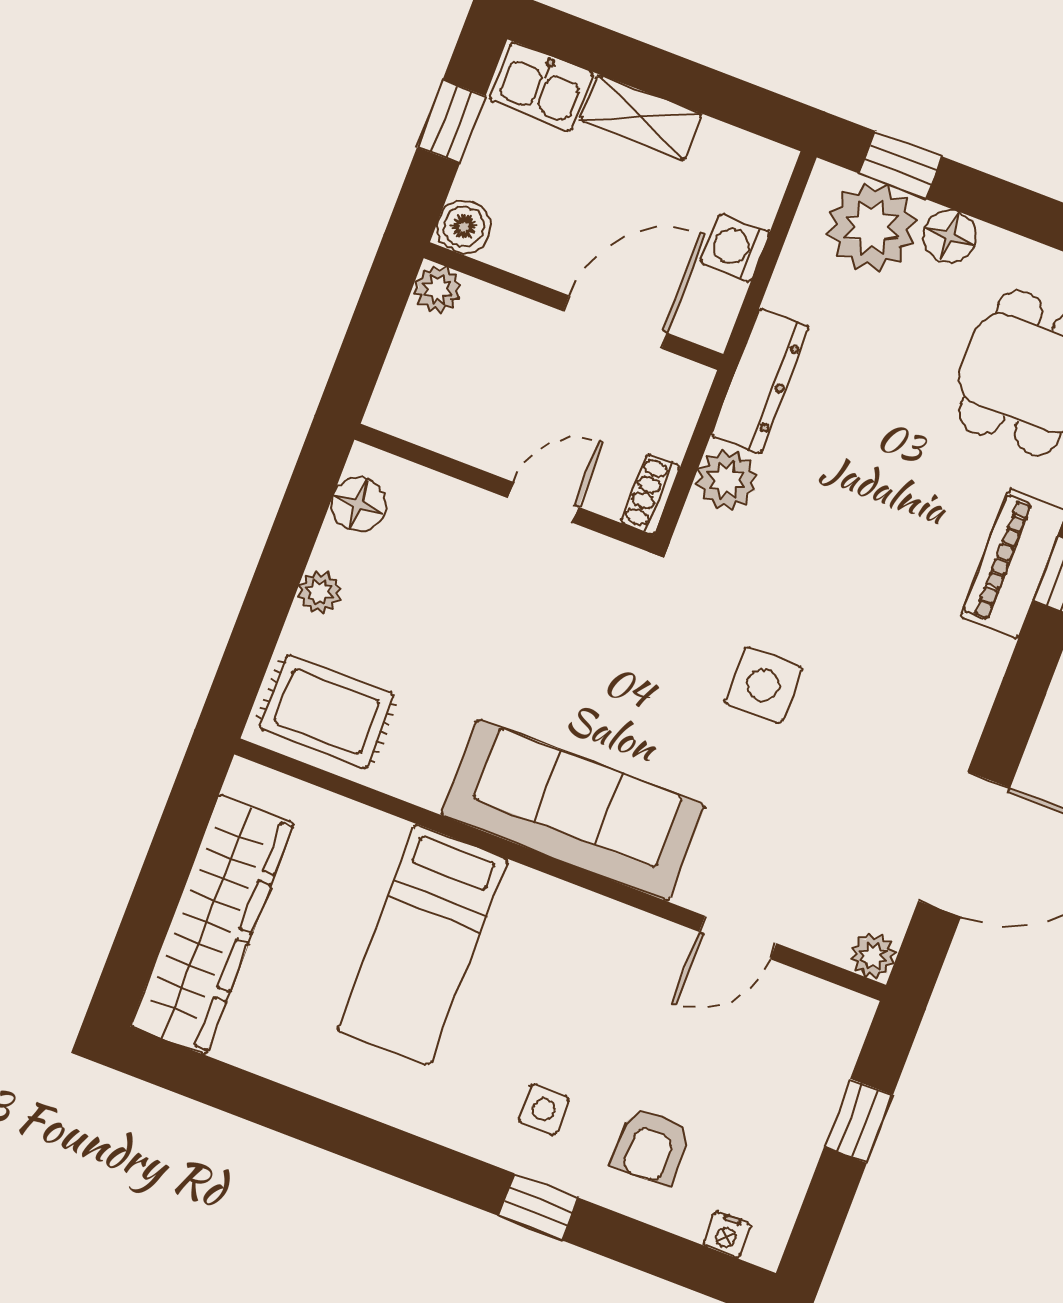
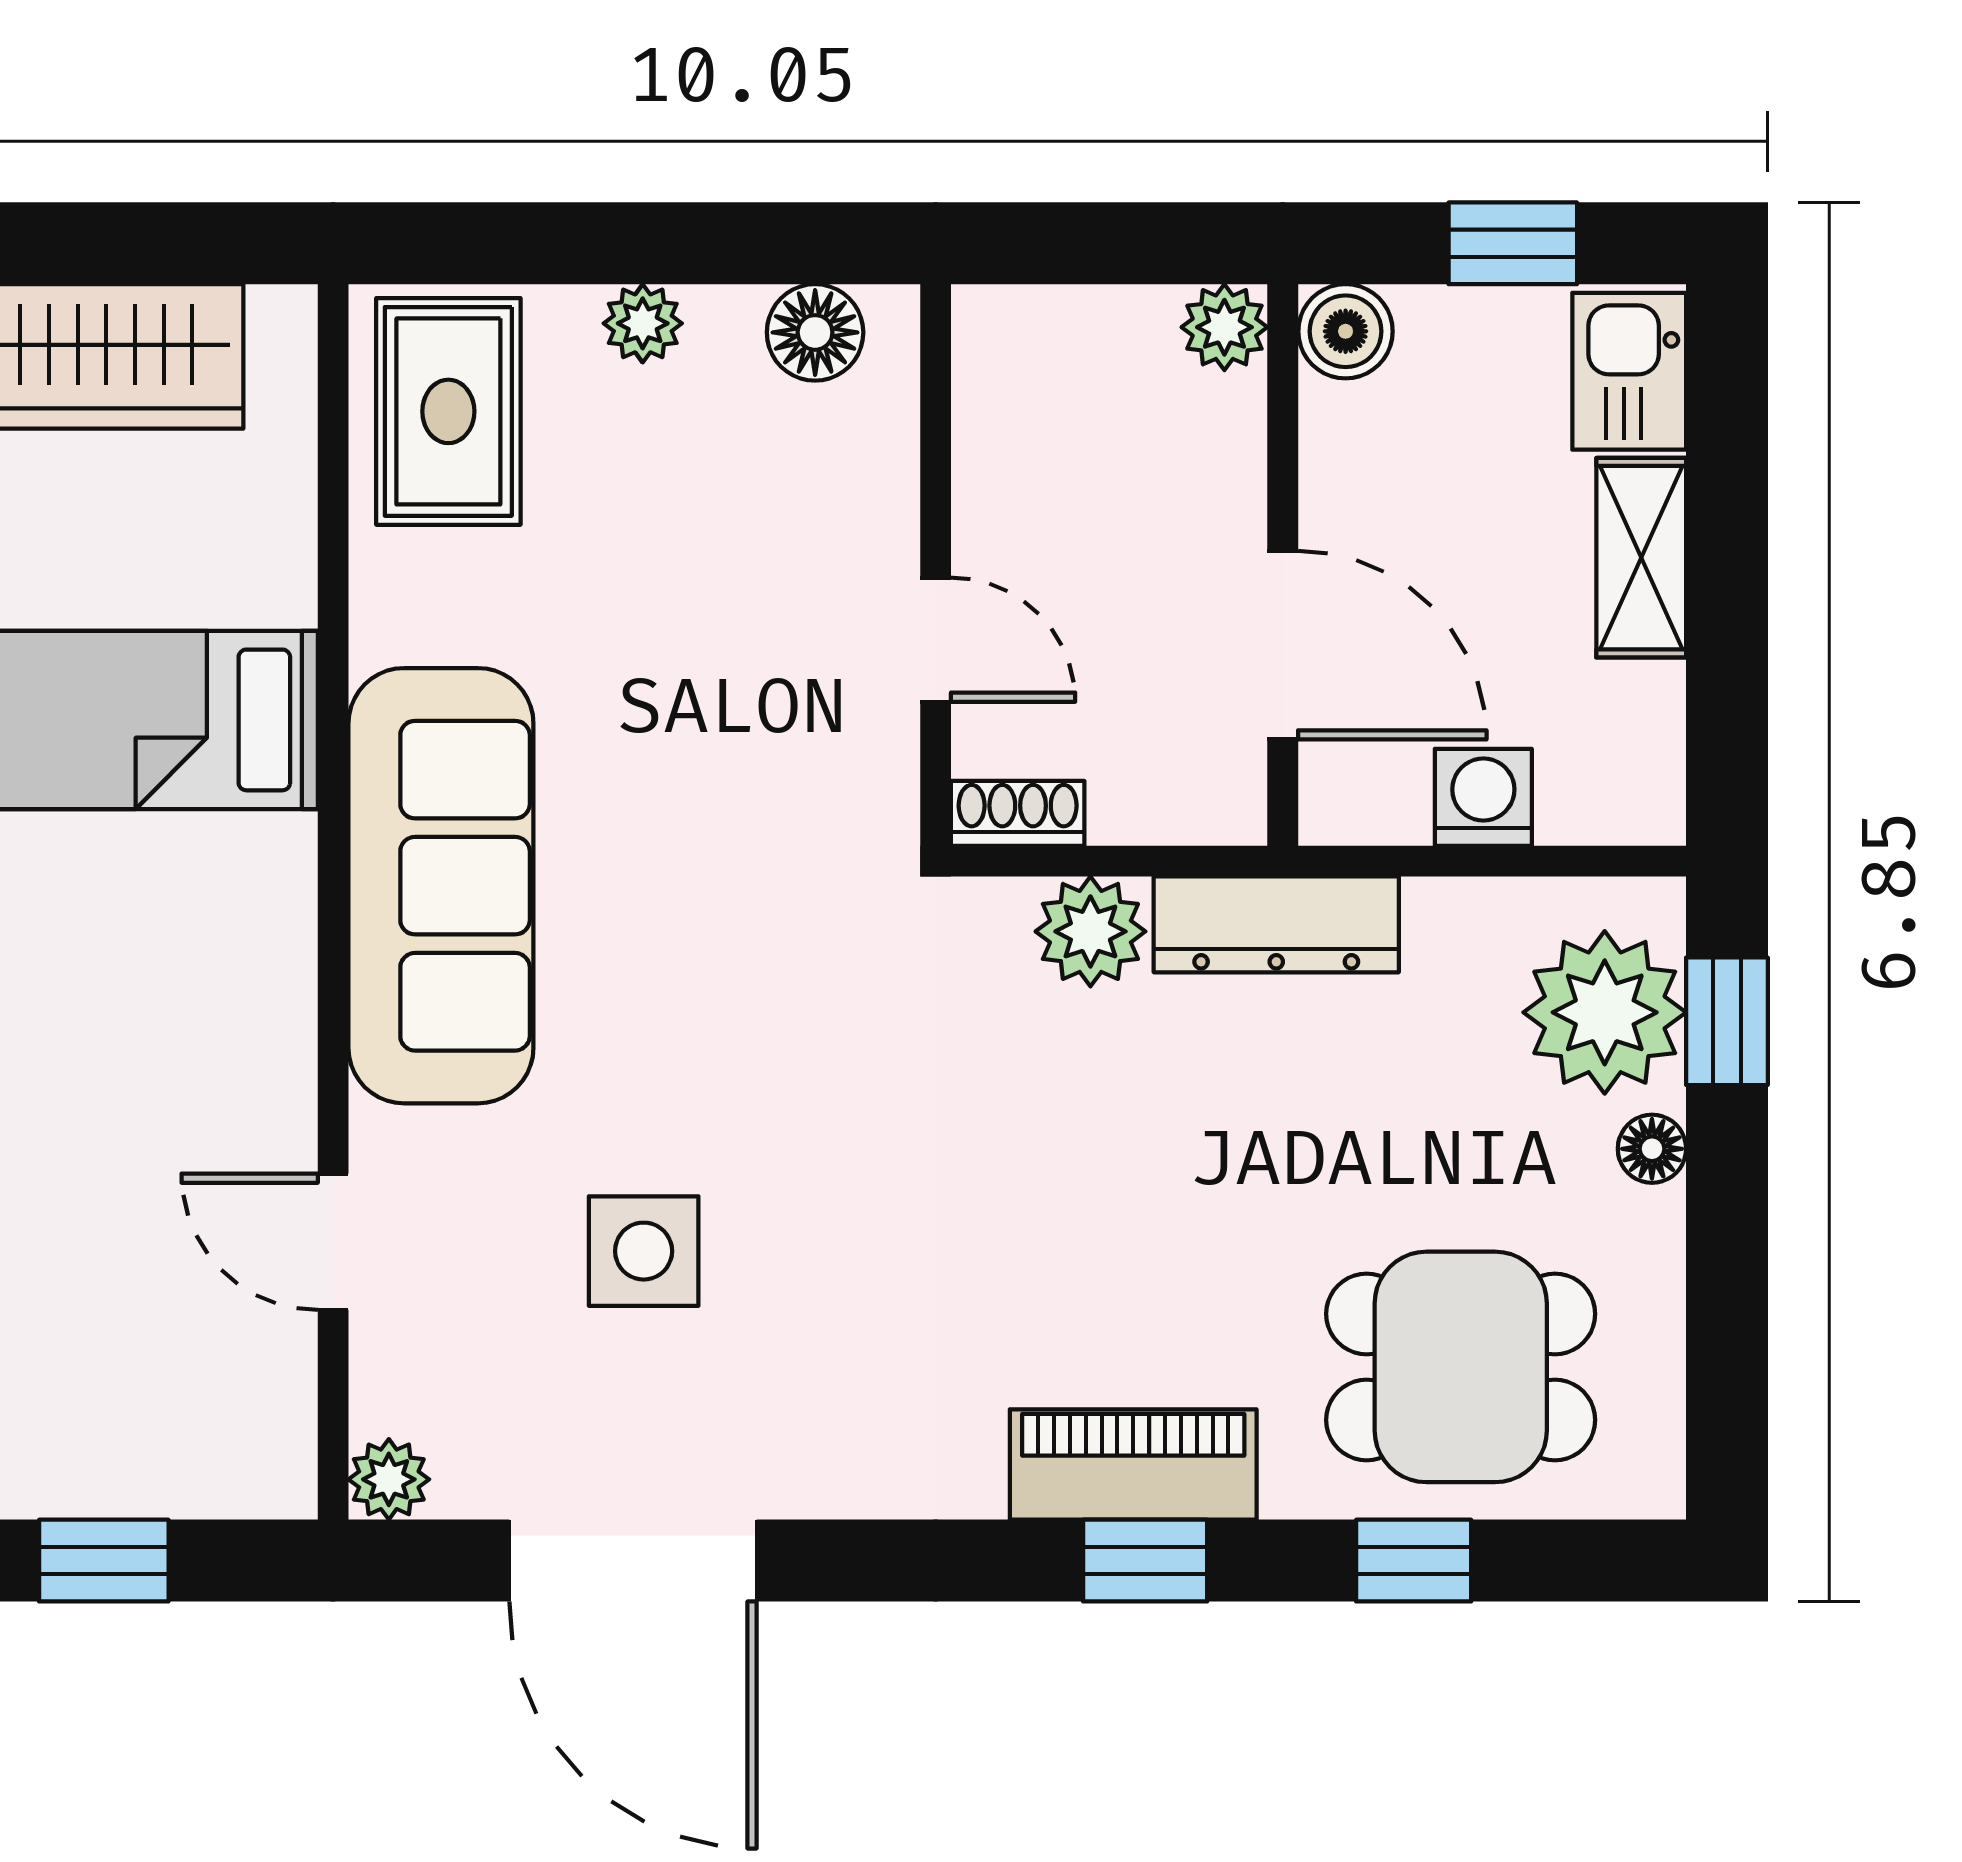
floor lamp: (950, 236) -> (1652, 1149), width x0.73, depth x0.73
side table: (763, 685) -> (644, 1251), moved

